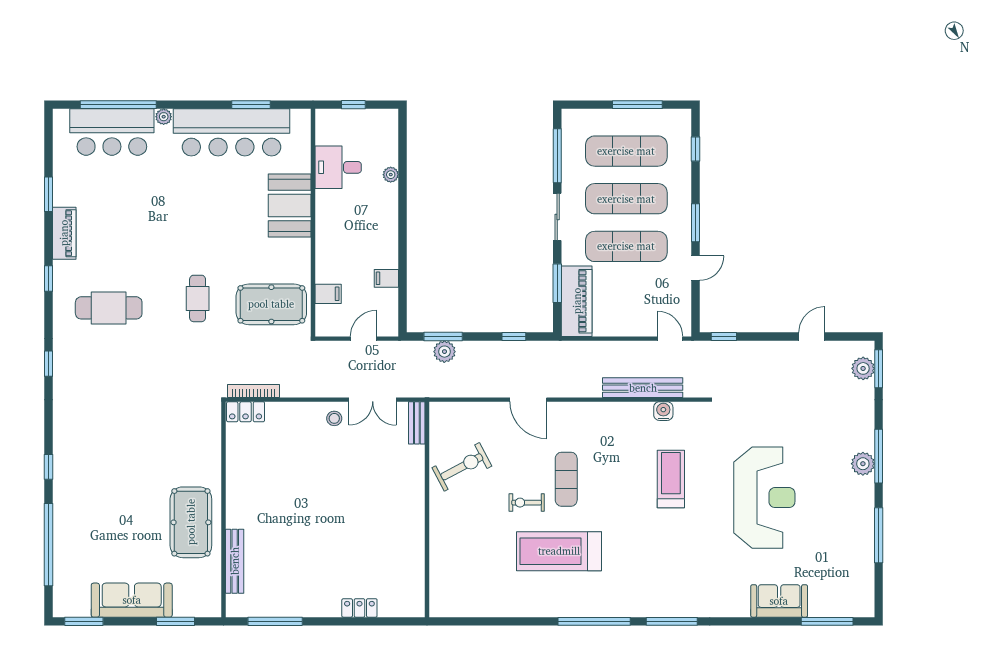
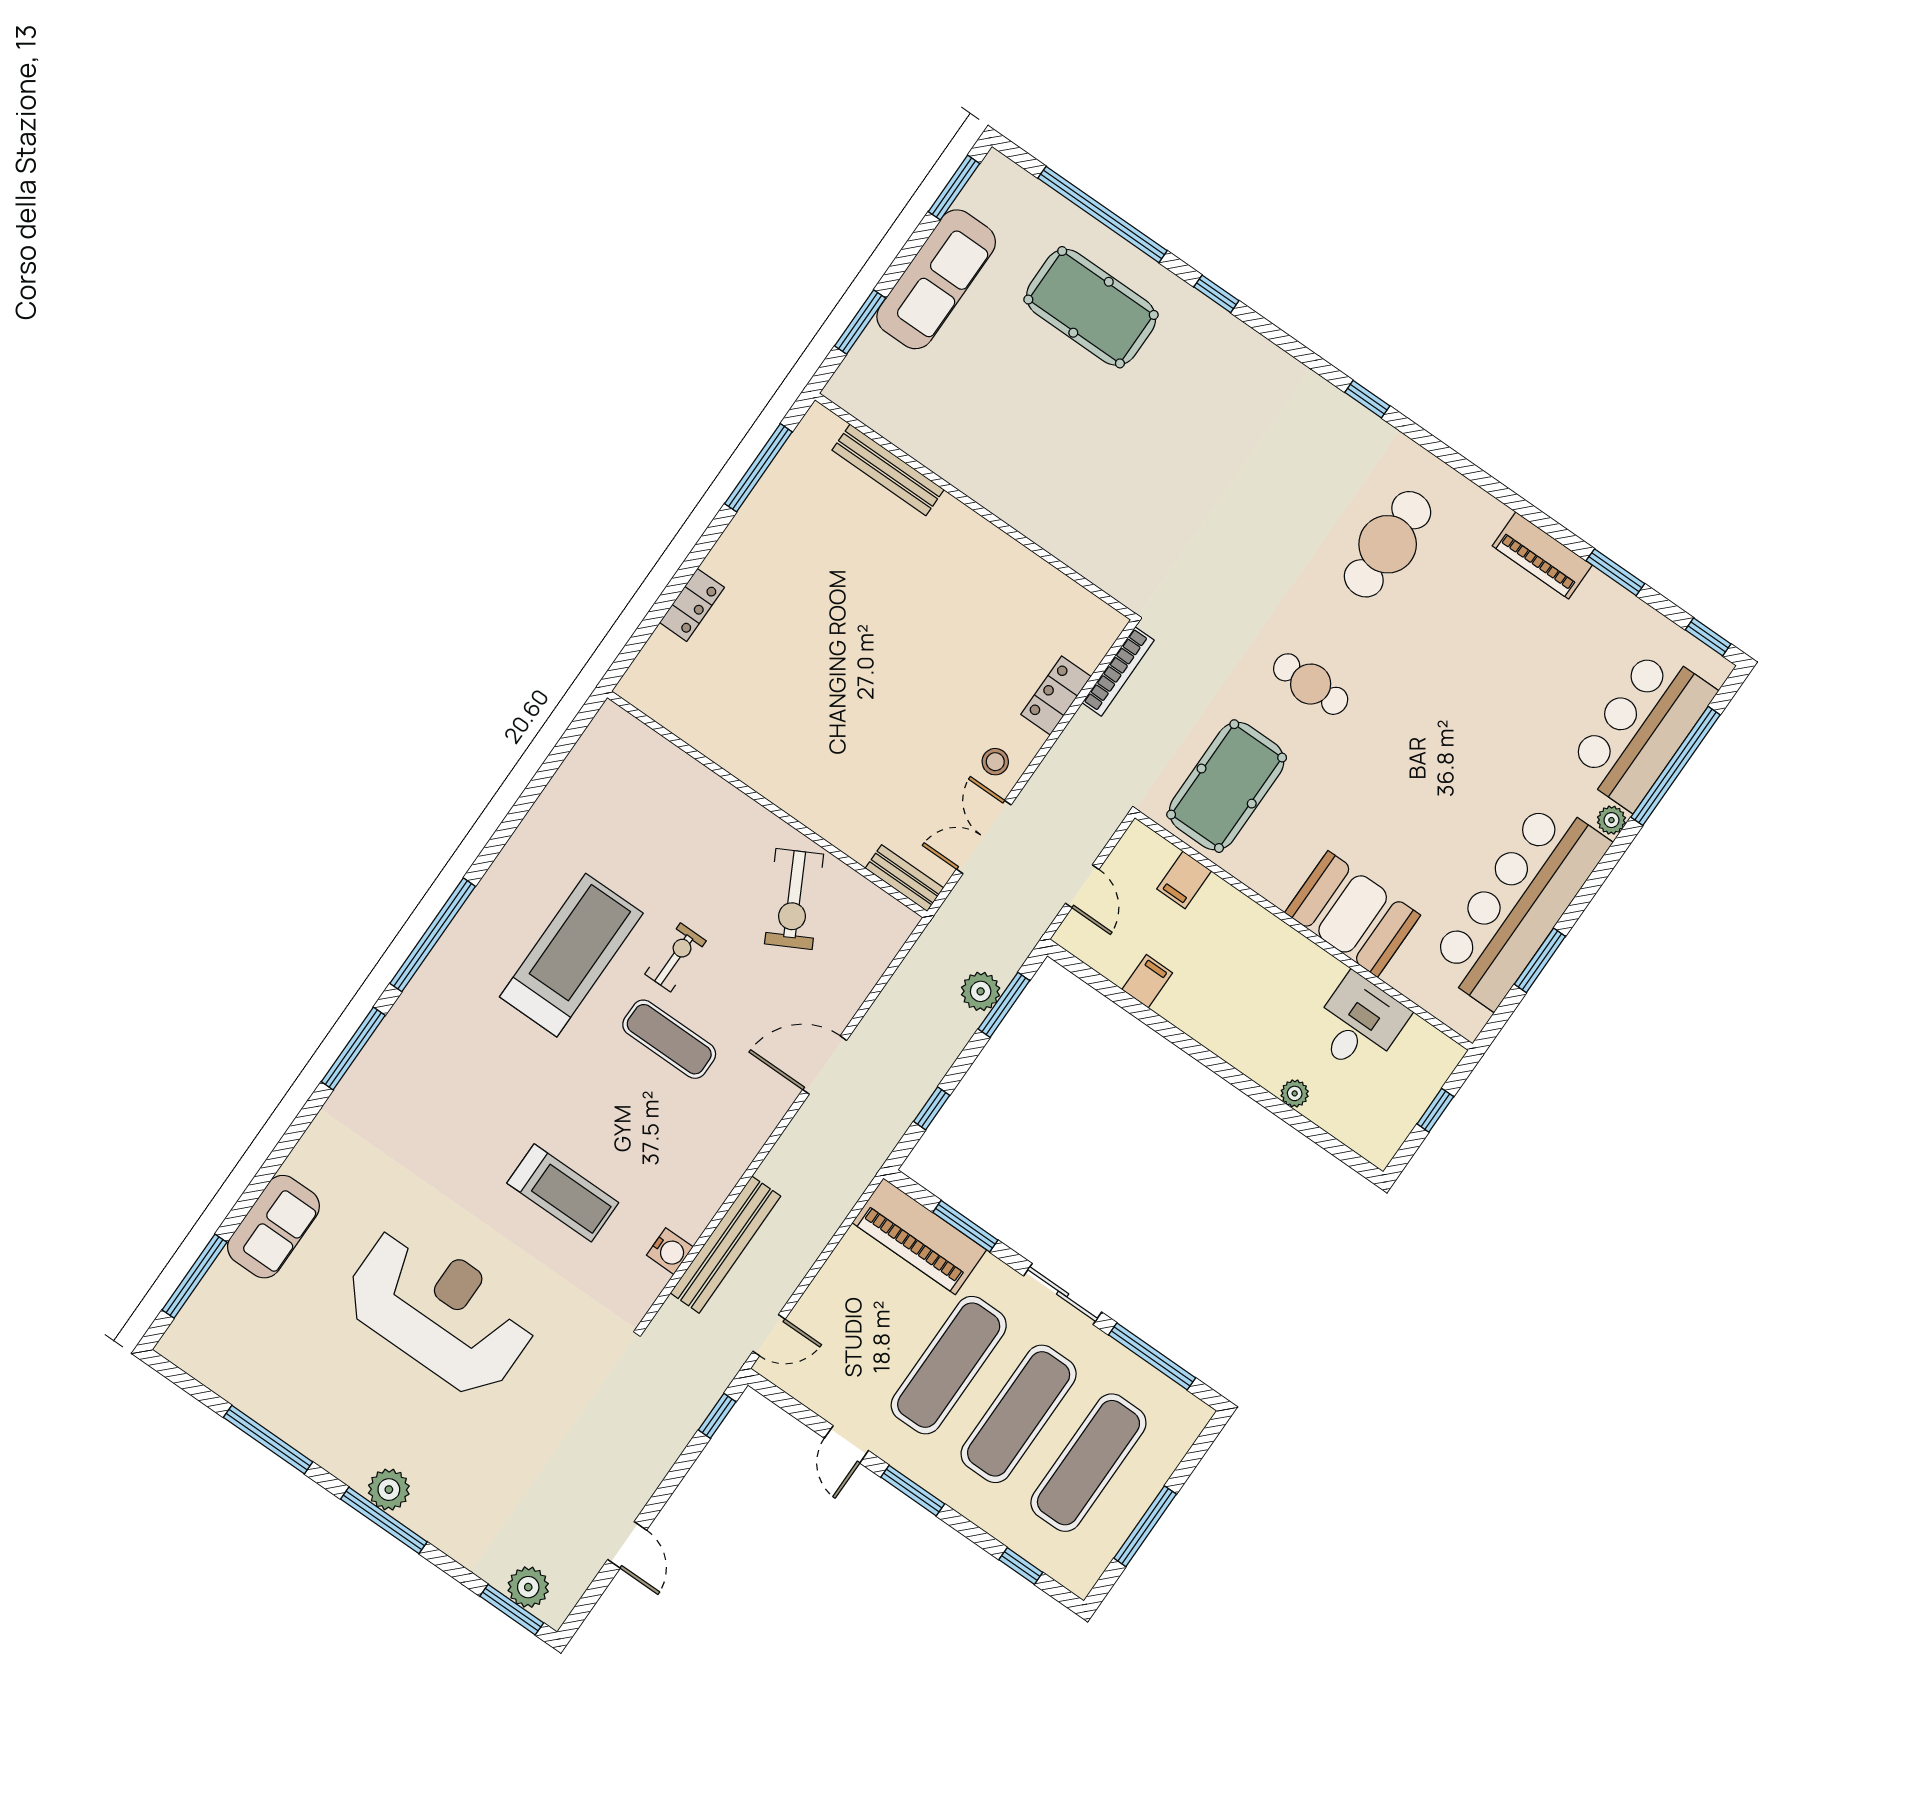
window: (49, 278) -> (1708, 637), moved
locker: (246, 412) -> (1056, 695), moved
reception desk: (764, 498) -> (440, 1311), turned 180
pool table: (191, 522) -> (1091, 307), moved

